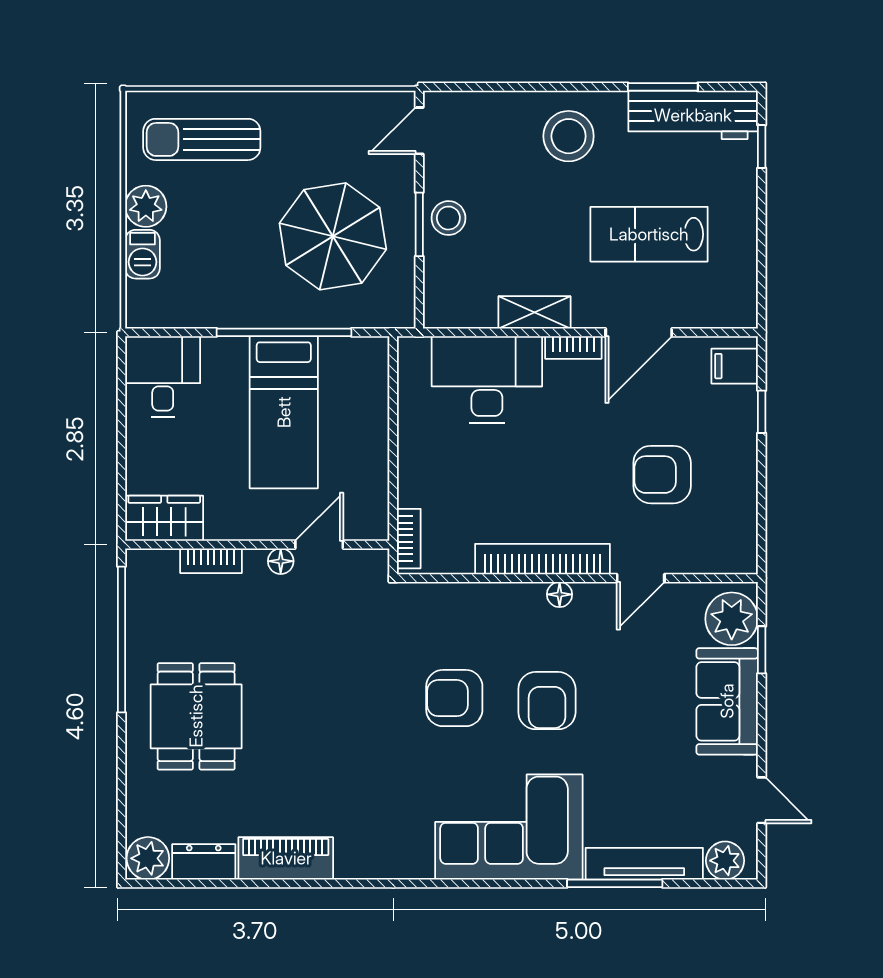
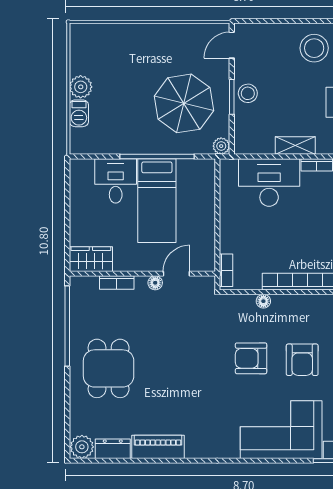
sun lounger: (202, 139) -> (112, 50), removed
plant: (400, 313) -> (221, 146), added
desk: (163, 377) -> (116, 181), moved
floor lamp: (560, 594) -> (263, 301), moved

